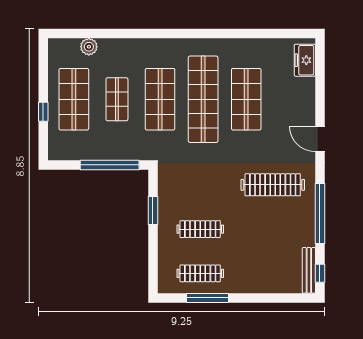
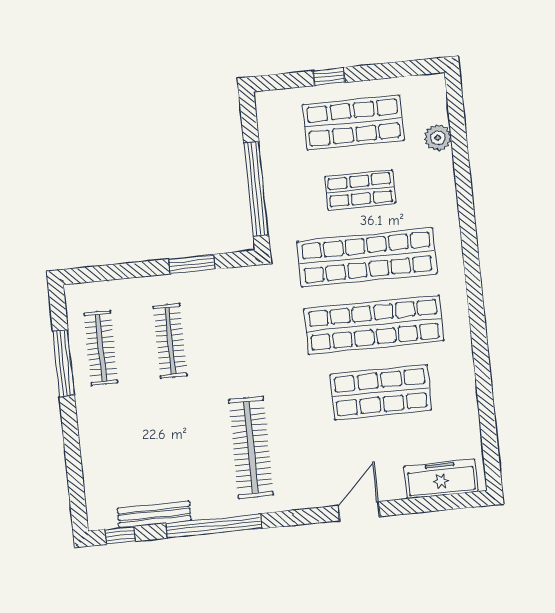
freezer: (305, 60) -> (441, 479), width x1.40
shop shelf: (160, 99) -> (367, 257), width x1.40
door: (320, 139) -> (359, 511), moved
bench: (309, 270) -> (154, 514), moved

